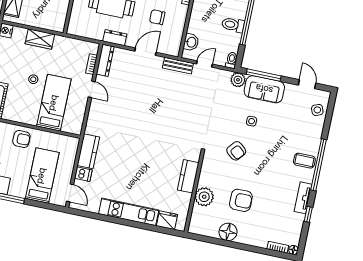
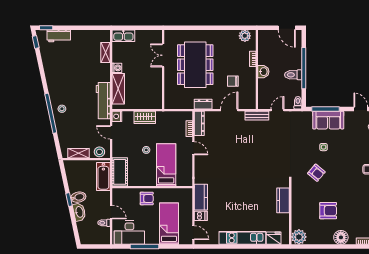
washbasin: (191, 42) -> (263, 72), moved
plant: (238, 80) -> (306, 117), removed
plant: (204, 197) -> (299, 237), moved
floor lamp: (228, 232) -> (341, 237), moved

